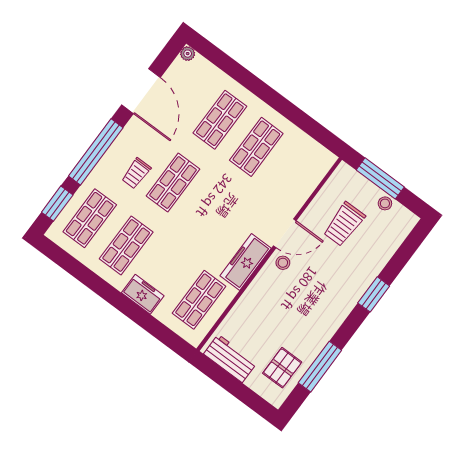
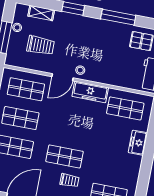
door: (285, 233) -> (63, 77), swing flipped
shop shelf: (126, 245) -> (26, 89), moved
shelving: (389, 247) -> (41, 13), added
window: (320, 367) -> (118, 17), moved

